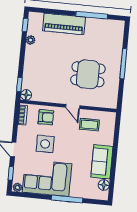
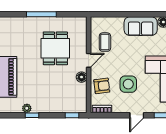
window: (25, 25) -> (32, 115), moved
floor lamp: (26, 95) -> (82, 77), moved
armchair: (46, 117) -> (102, 86), turned 83

